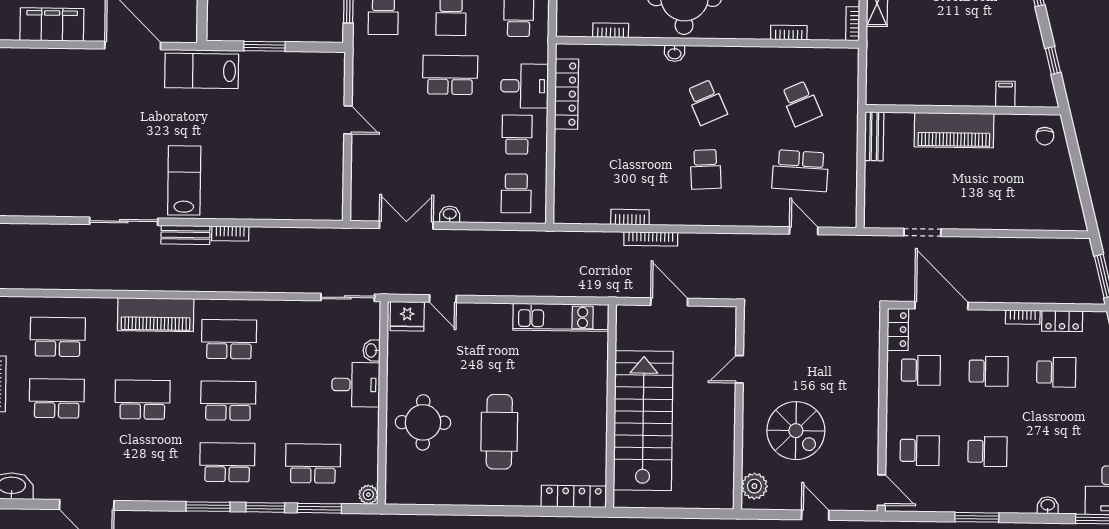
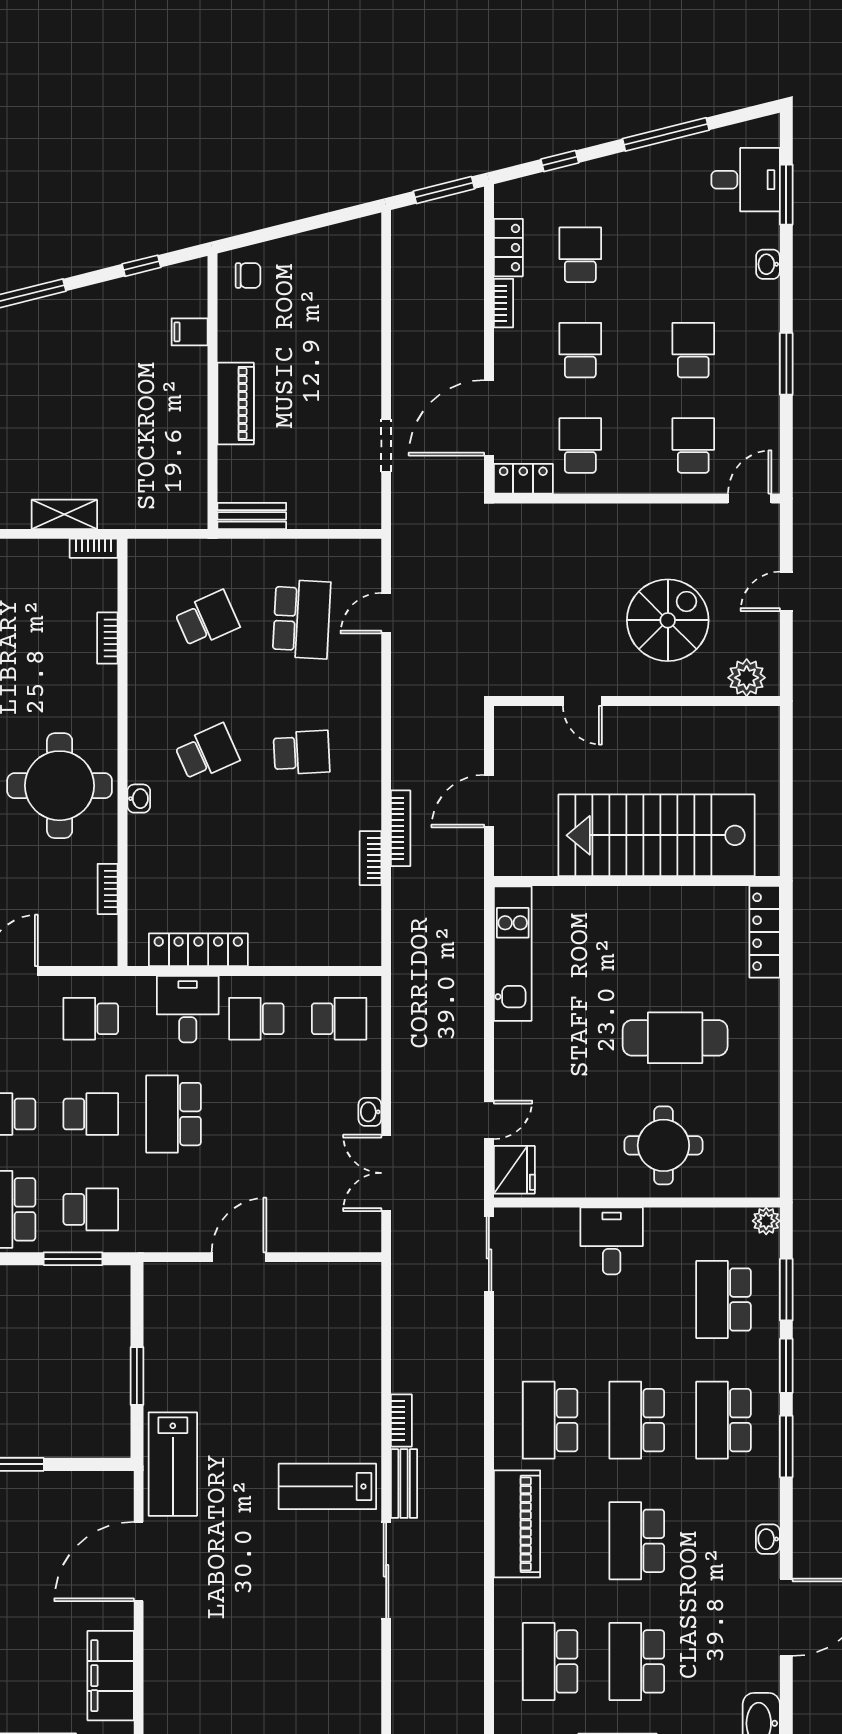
door: (348, 120) -> (239, 1257), width x1.38
piano: (954, 130) -> (236, 403), width x0.73, depth x0.75
washbasin: (372, 350) -> (768, 1539), moved, turned 90

